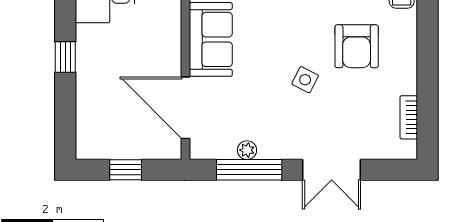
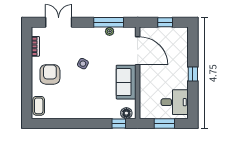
armchair: (357, 46) -> (50, 74), moved
double door: (332, 170) -> (59, 22), moved

